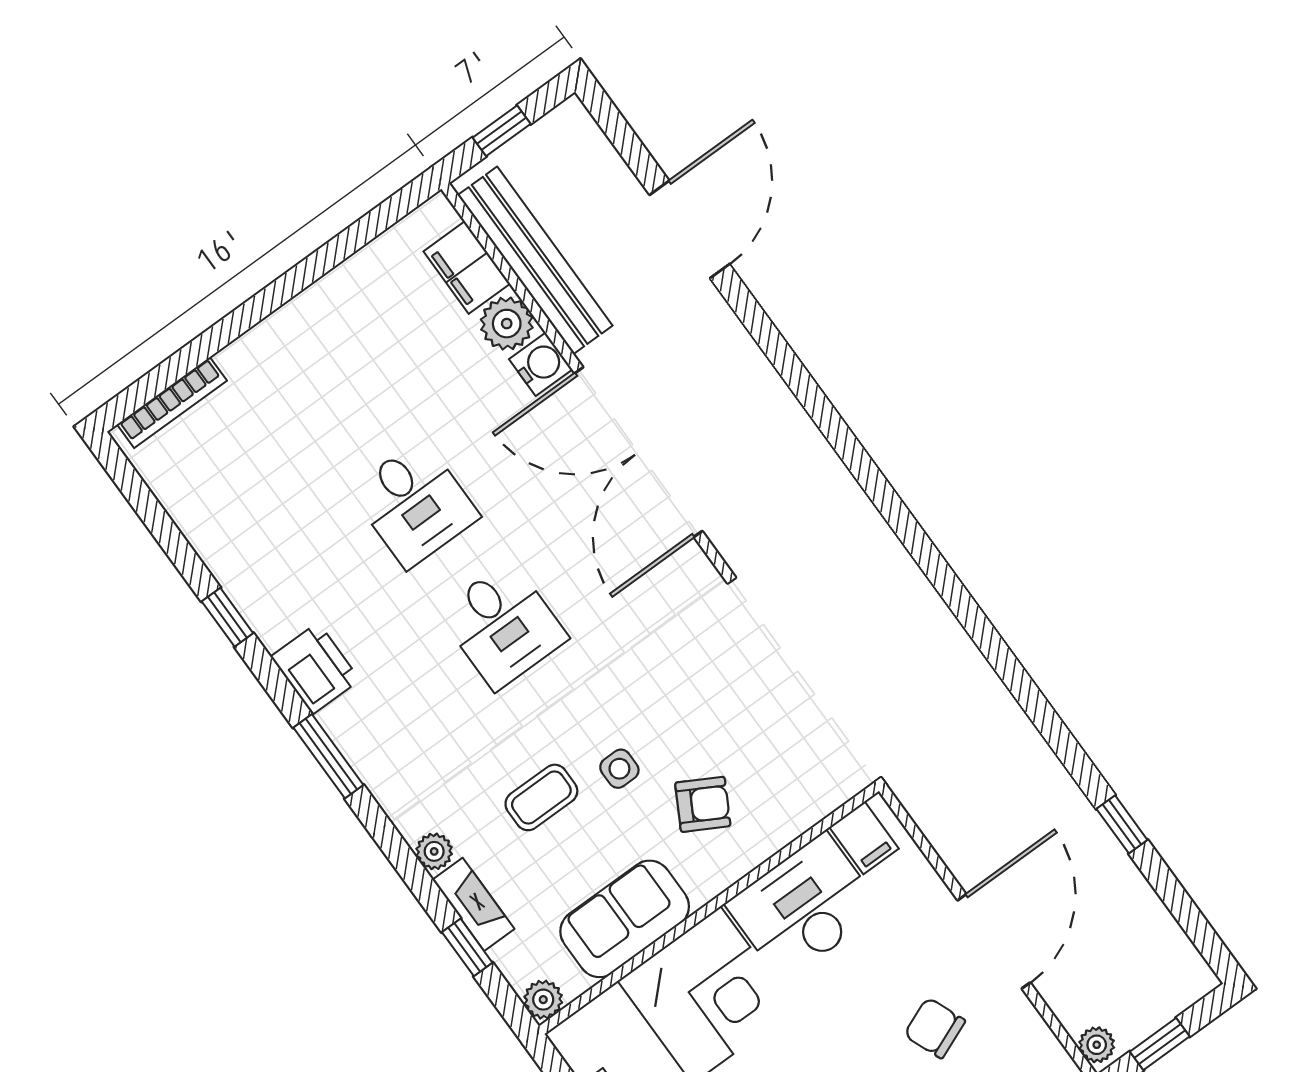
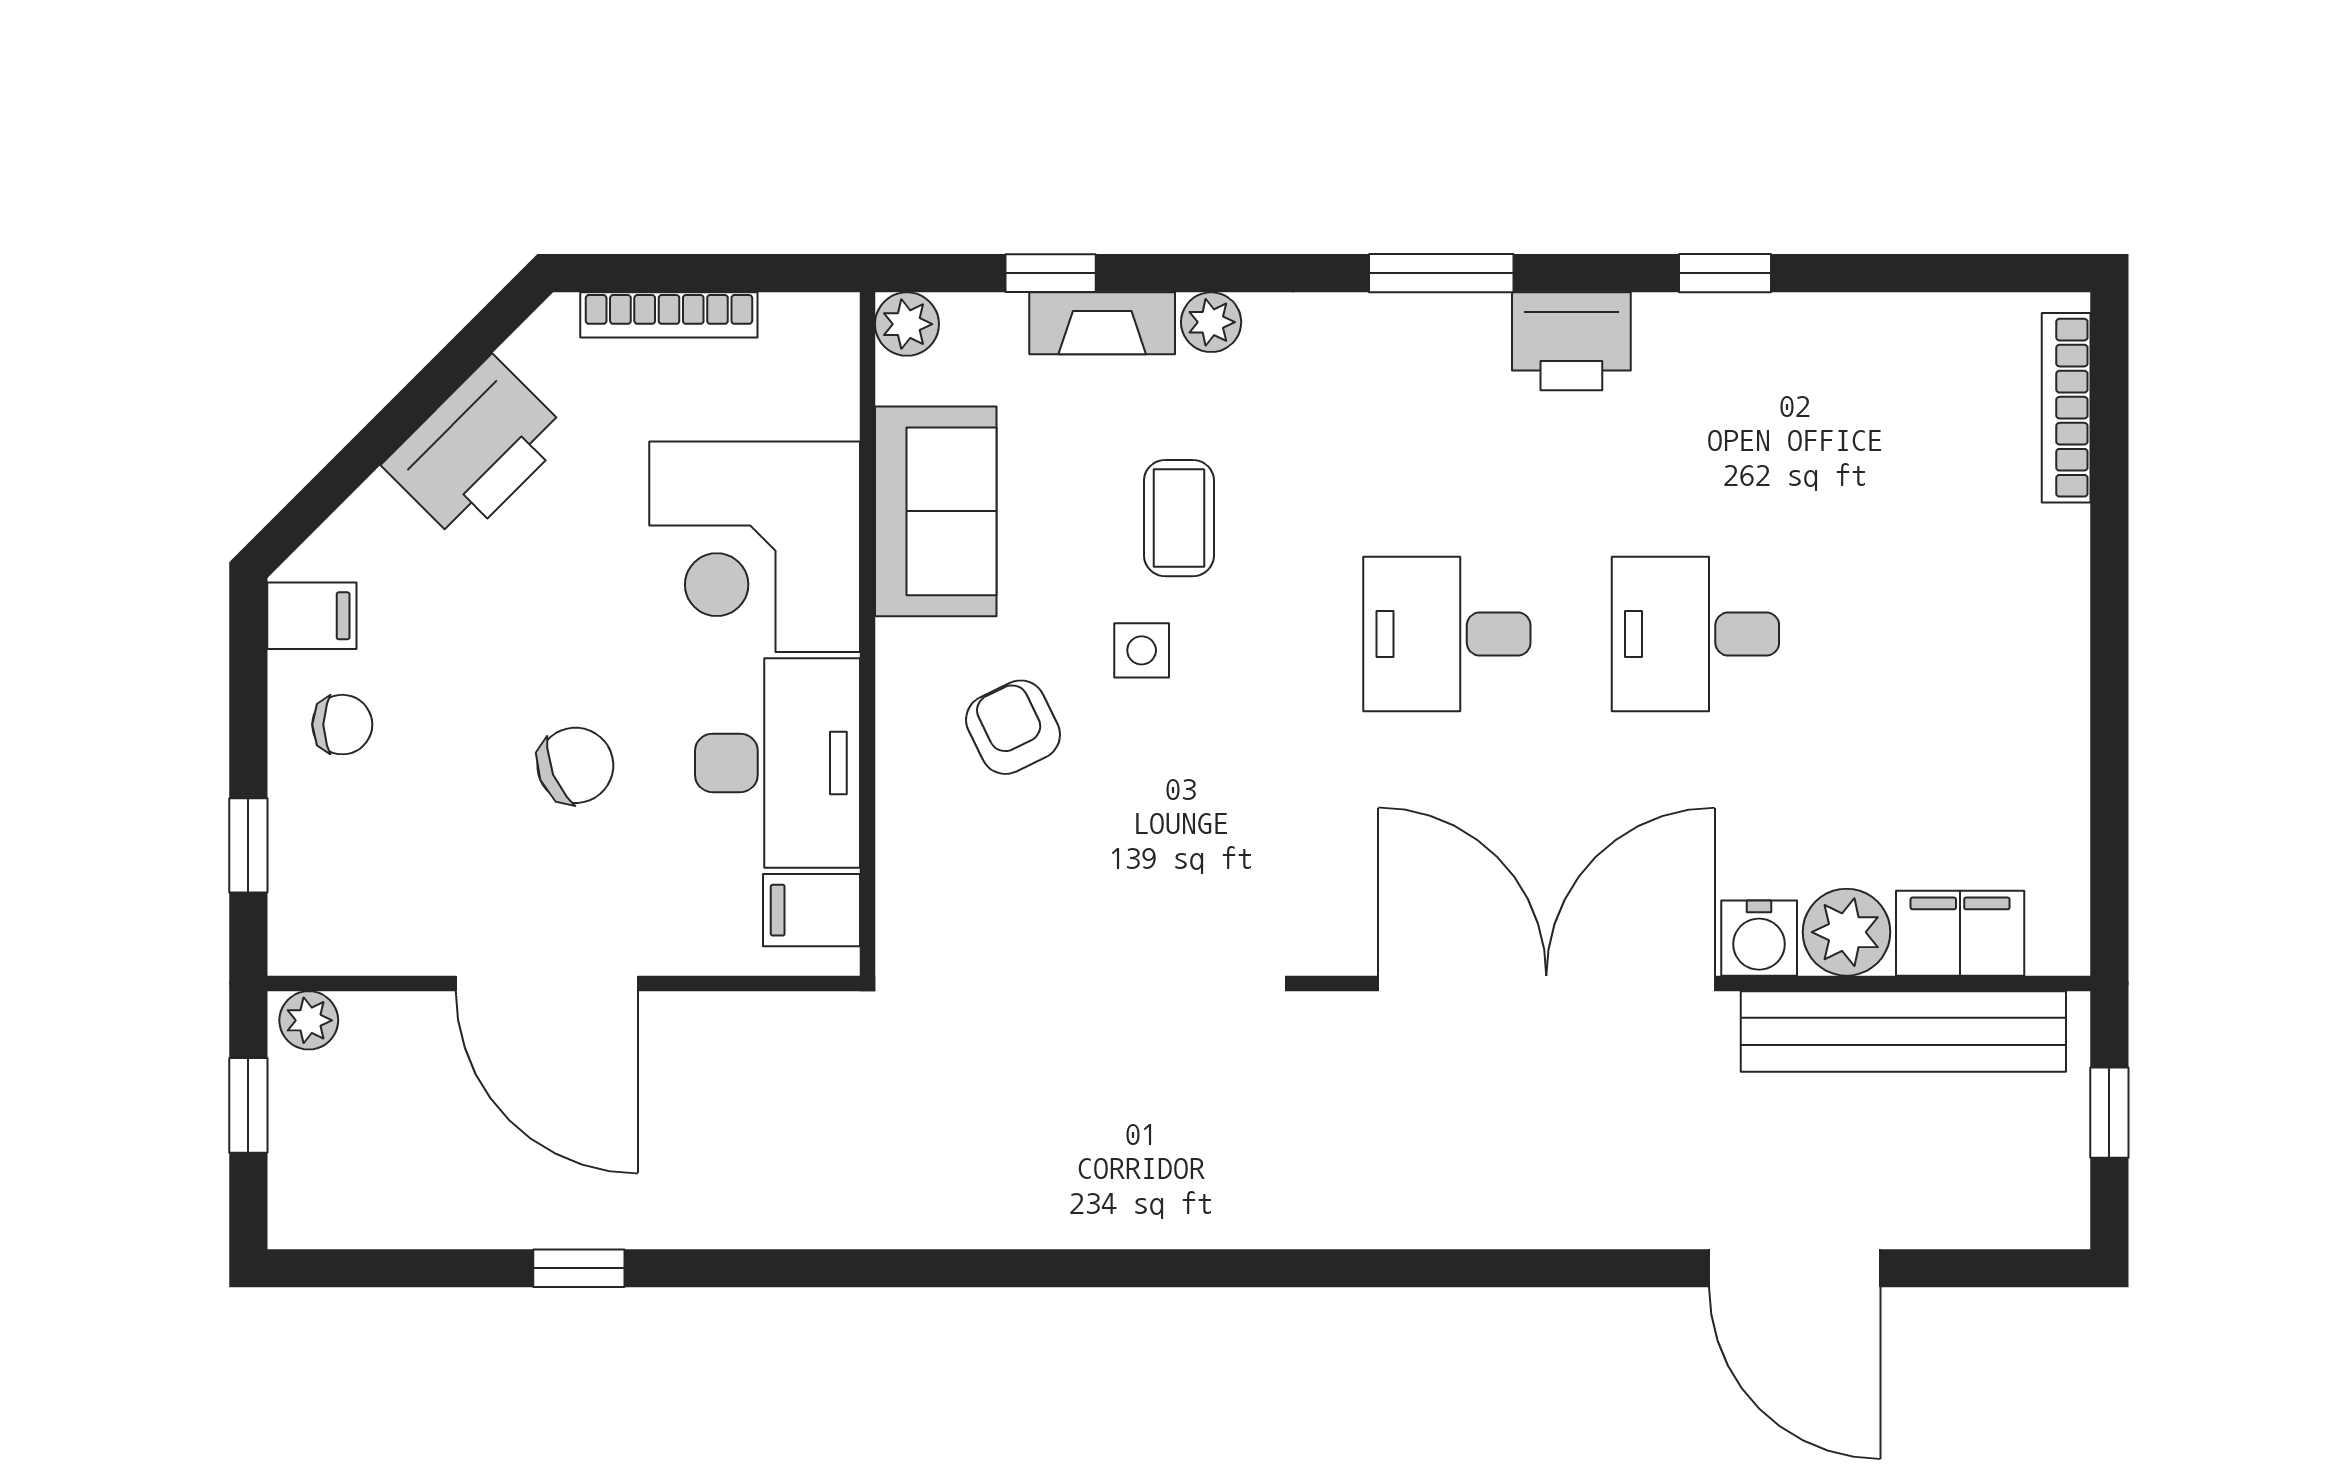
armchair: (703, 804) -> (1013, 727), turned 125
chair: (935, 1028) -> (575, 765), moved

